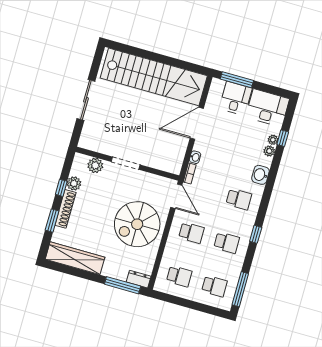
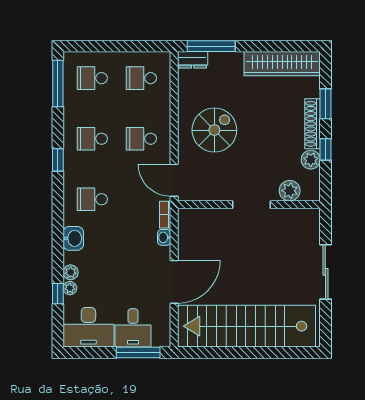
spiral stairs: (137, 224) -> (214, 130), width x0.73, depth x0.73

